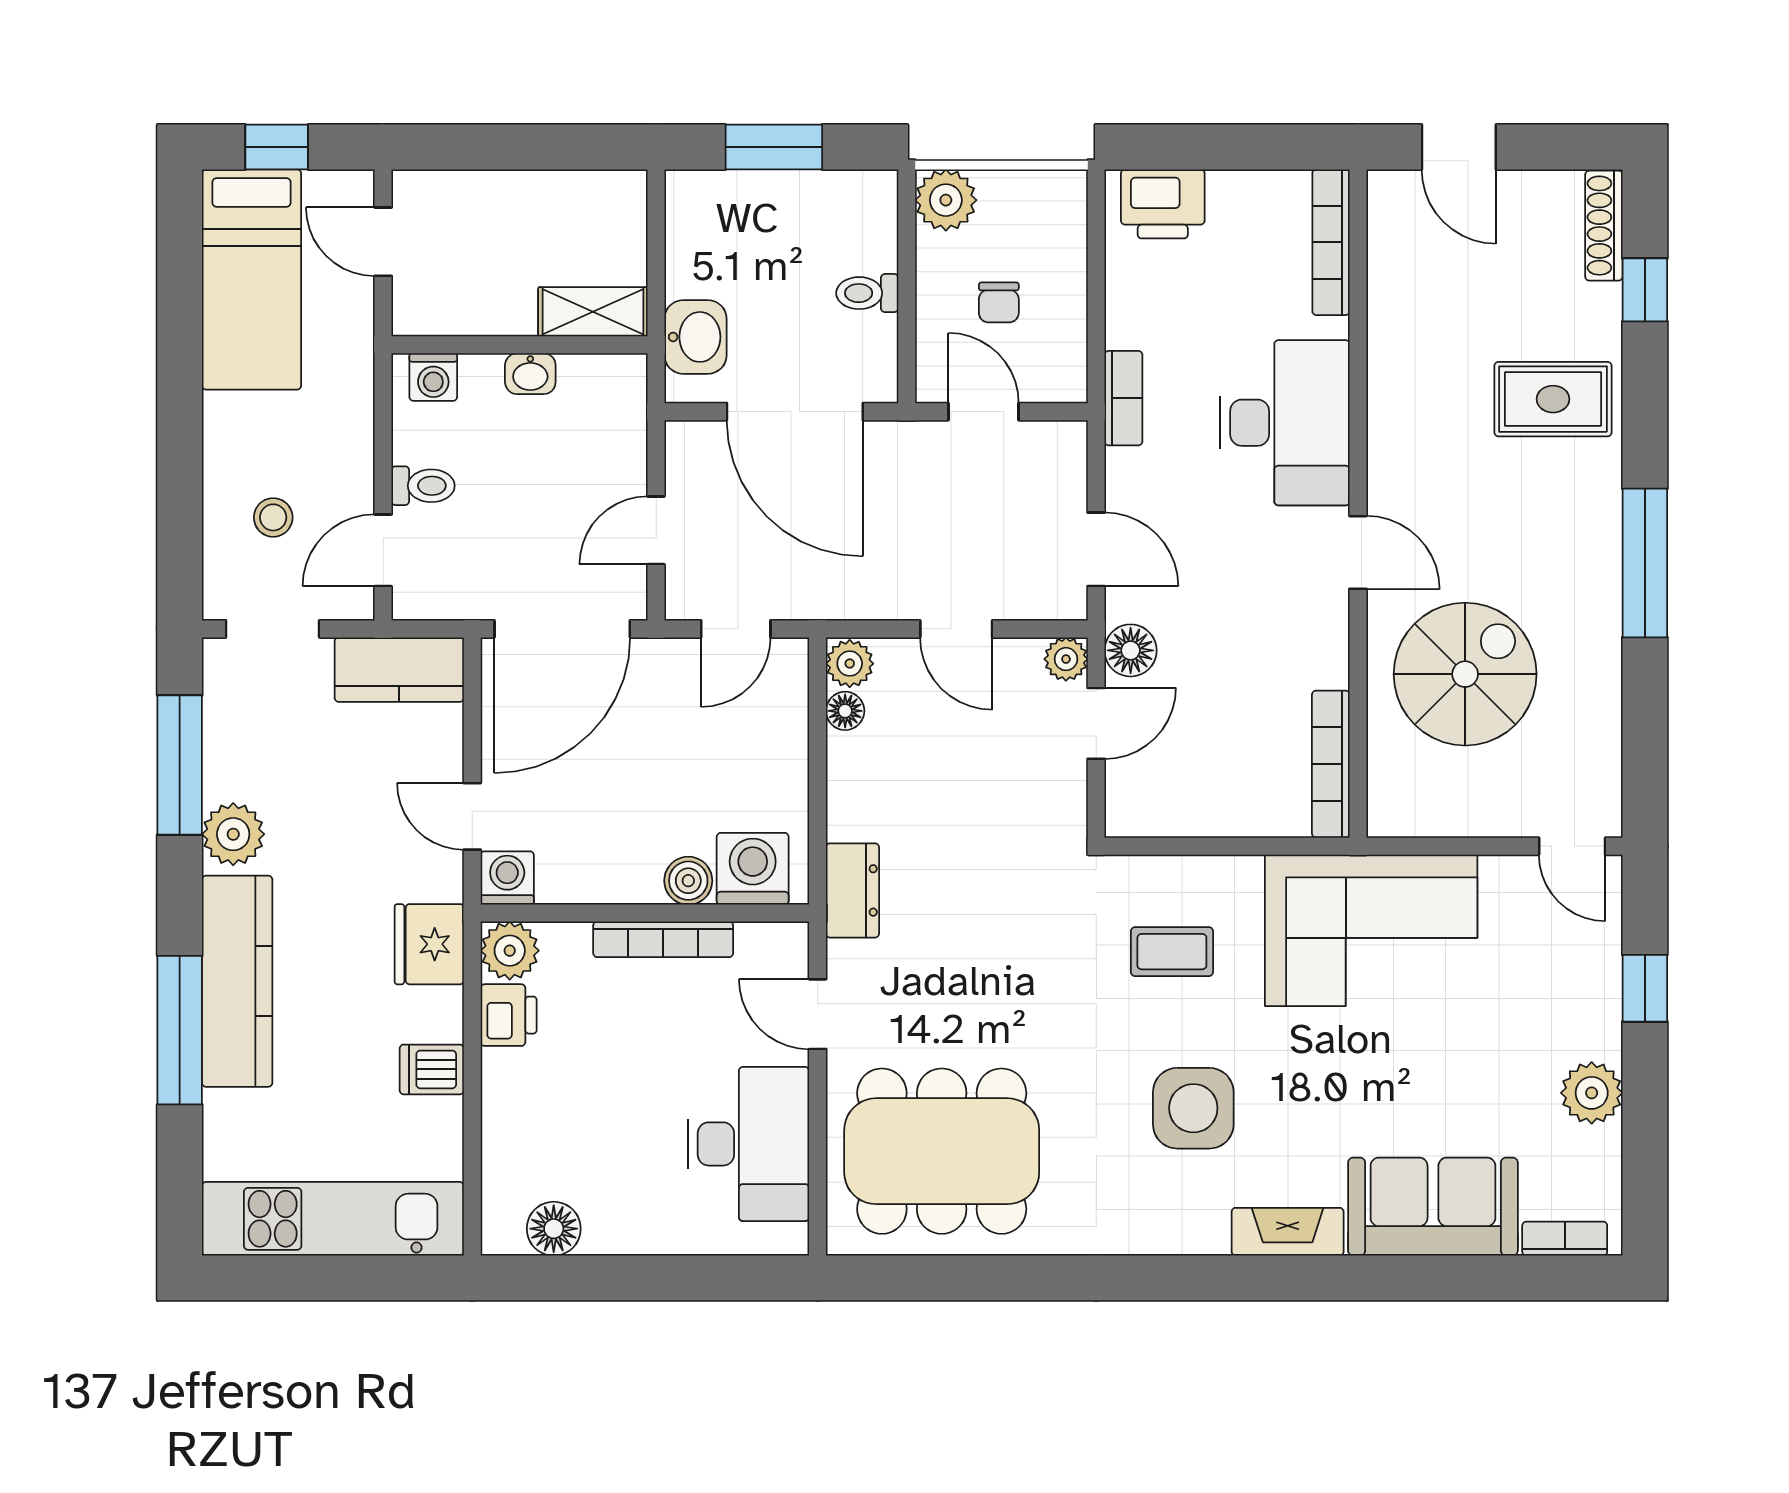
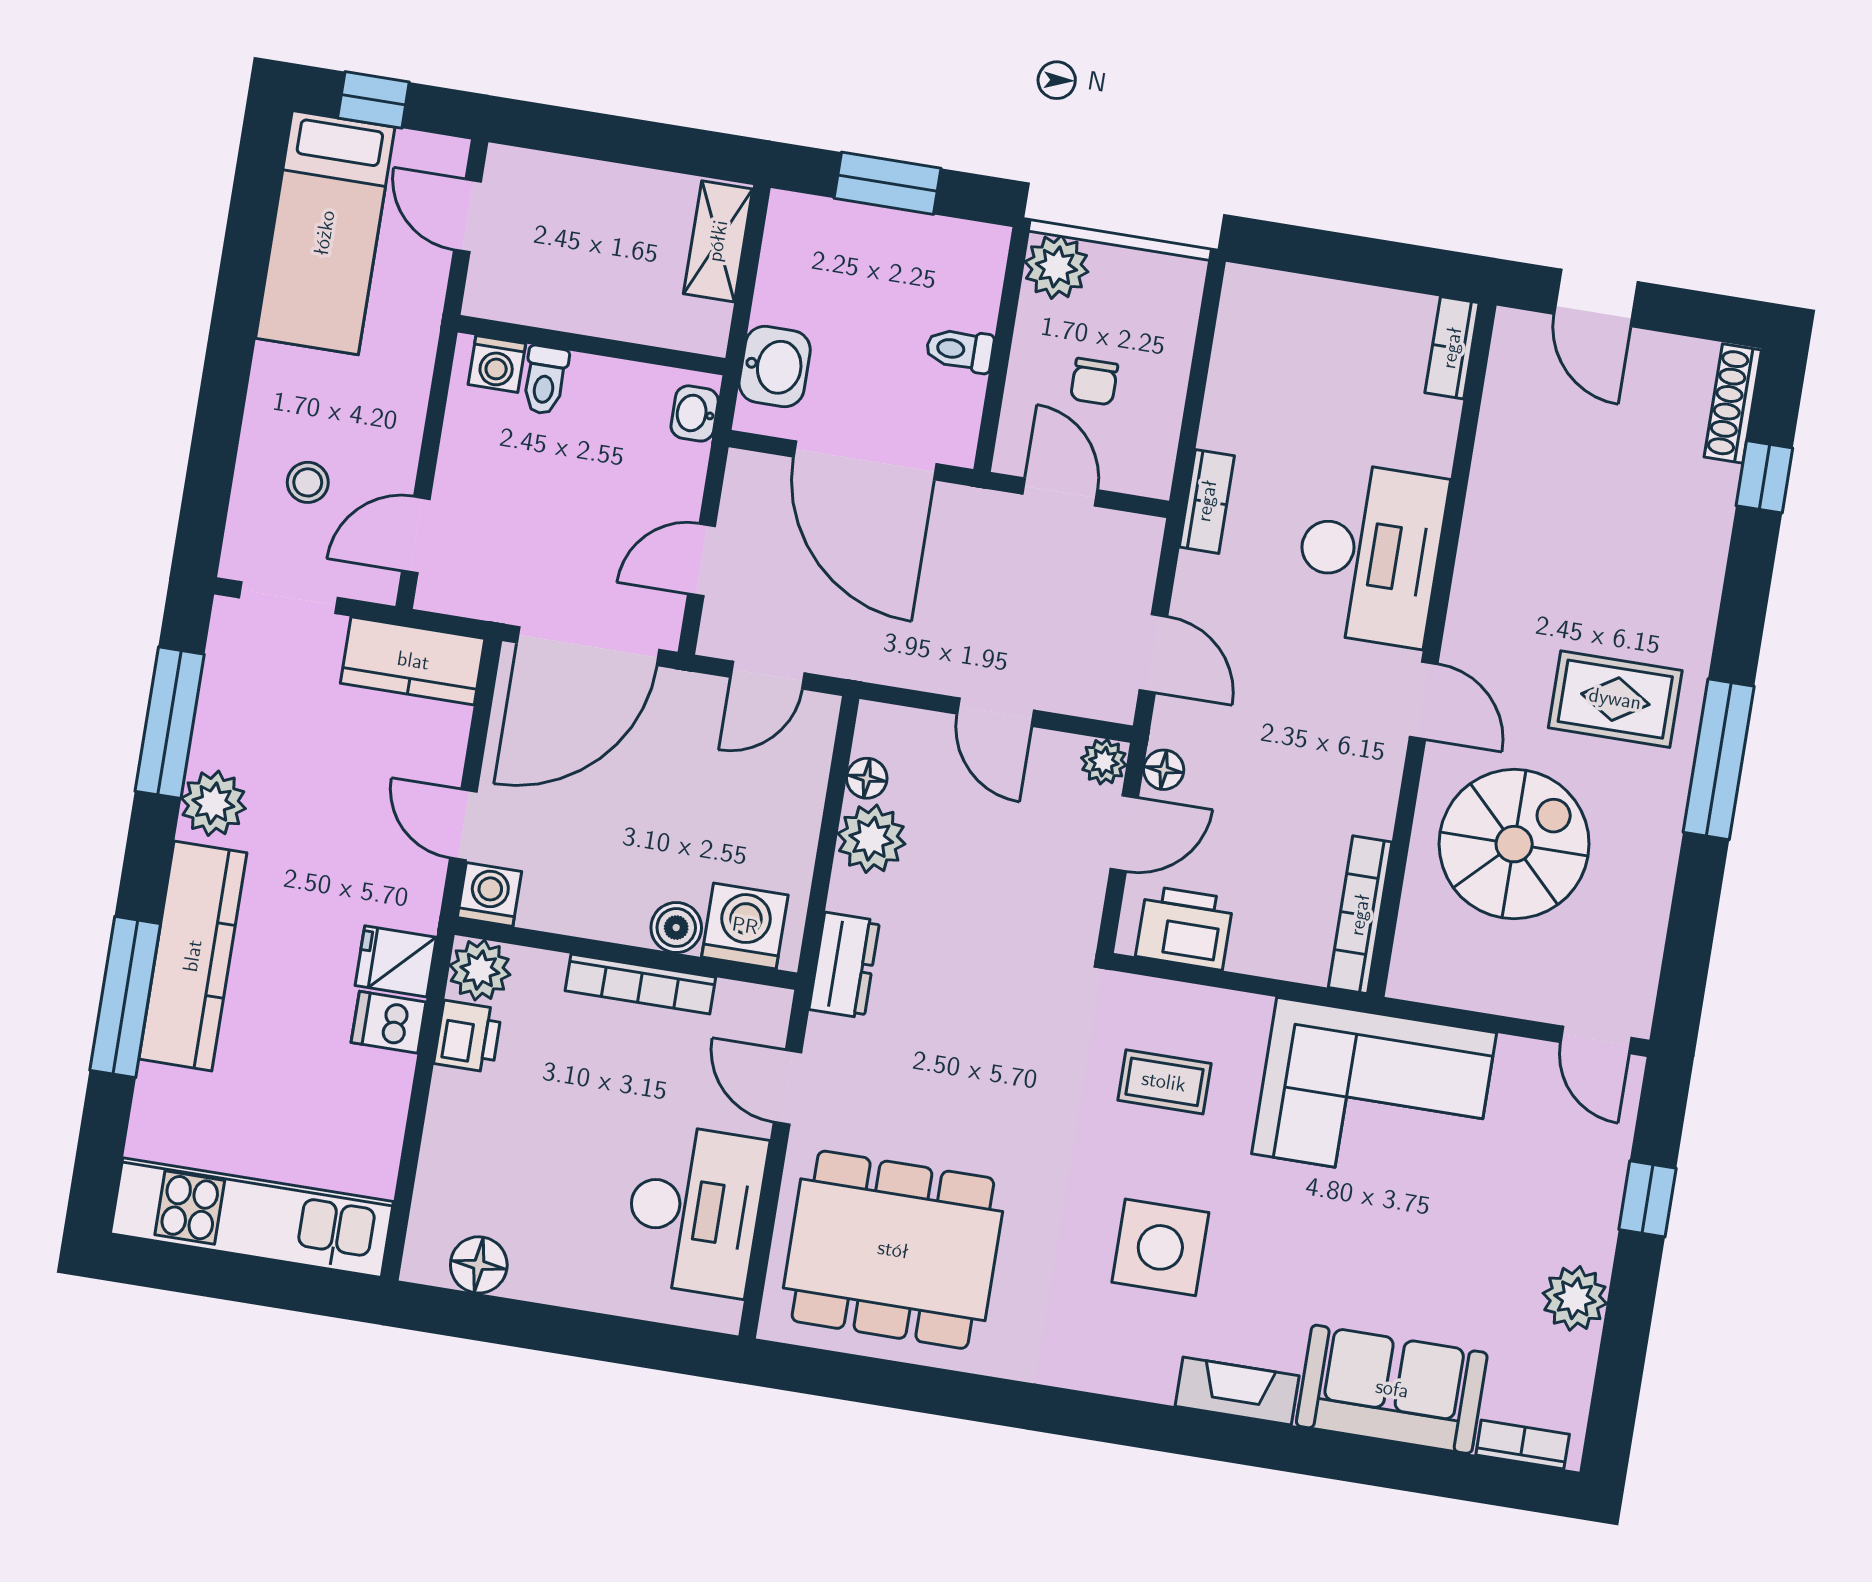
printer: (1163, 204) -> (1185, 928), moved, turned 180
bookcase: (1331, 242) -> (1452, 348), width x0.64
shelving: (593, 312) -> (718, 241), moved, turned 90
washbasin: (530, 374) -> (695, 413), moved, turned 90
rug: (1553, 399) -> (1615, 699), moved
toilet: (423, 486) -> (545, 380), moved, turned 90
floor lamp: (1131, 650) -> (1164, 770), width x0.73, depth x0.73
plant: (850, 664) -> (871, 839), moved, width x1.38, depth x1.38
fridge: (429, 944) -> (396, 961), width x0.72
dishwasher: (432, 1069) -> (389, 1022), moved

